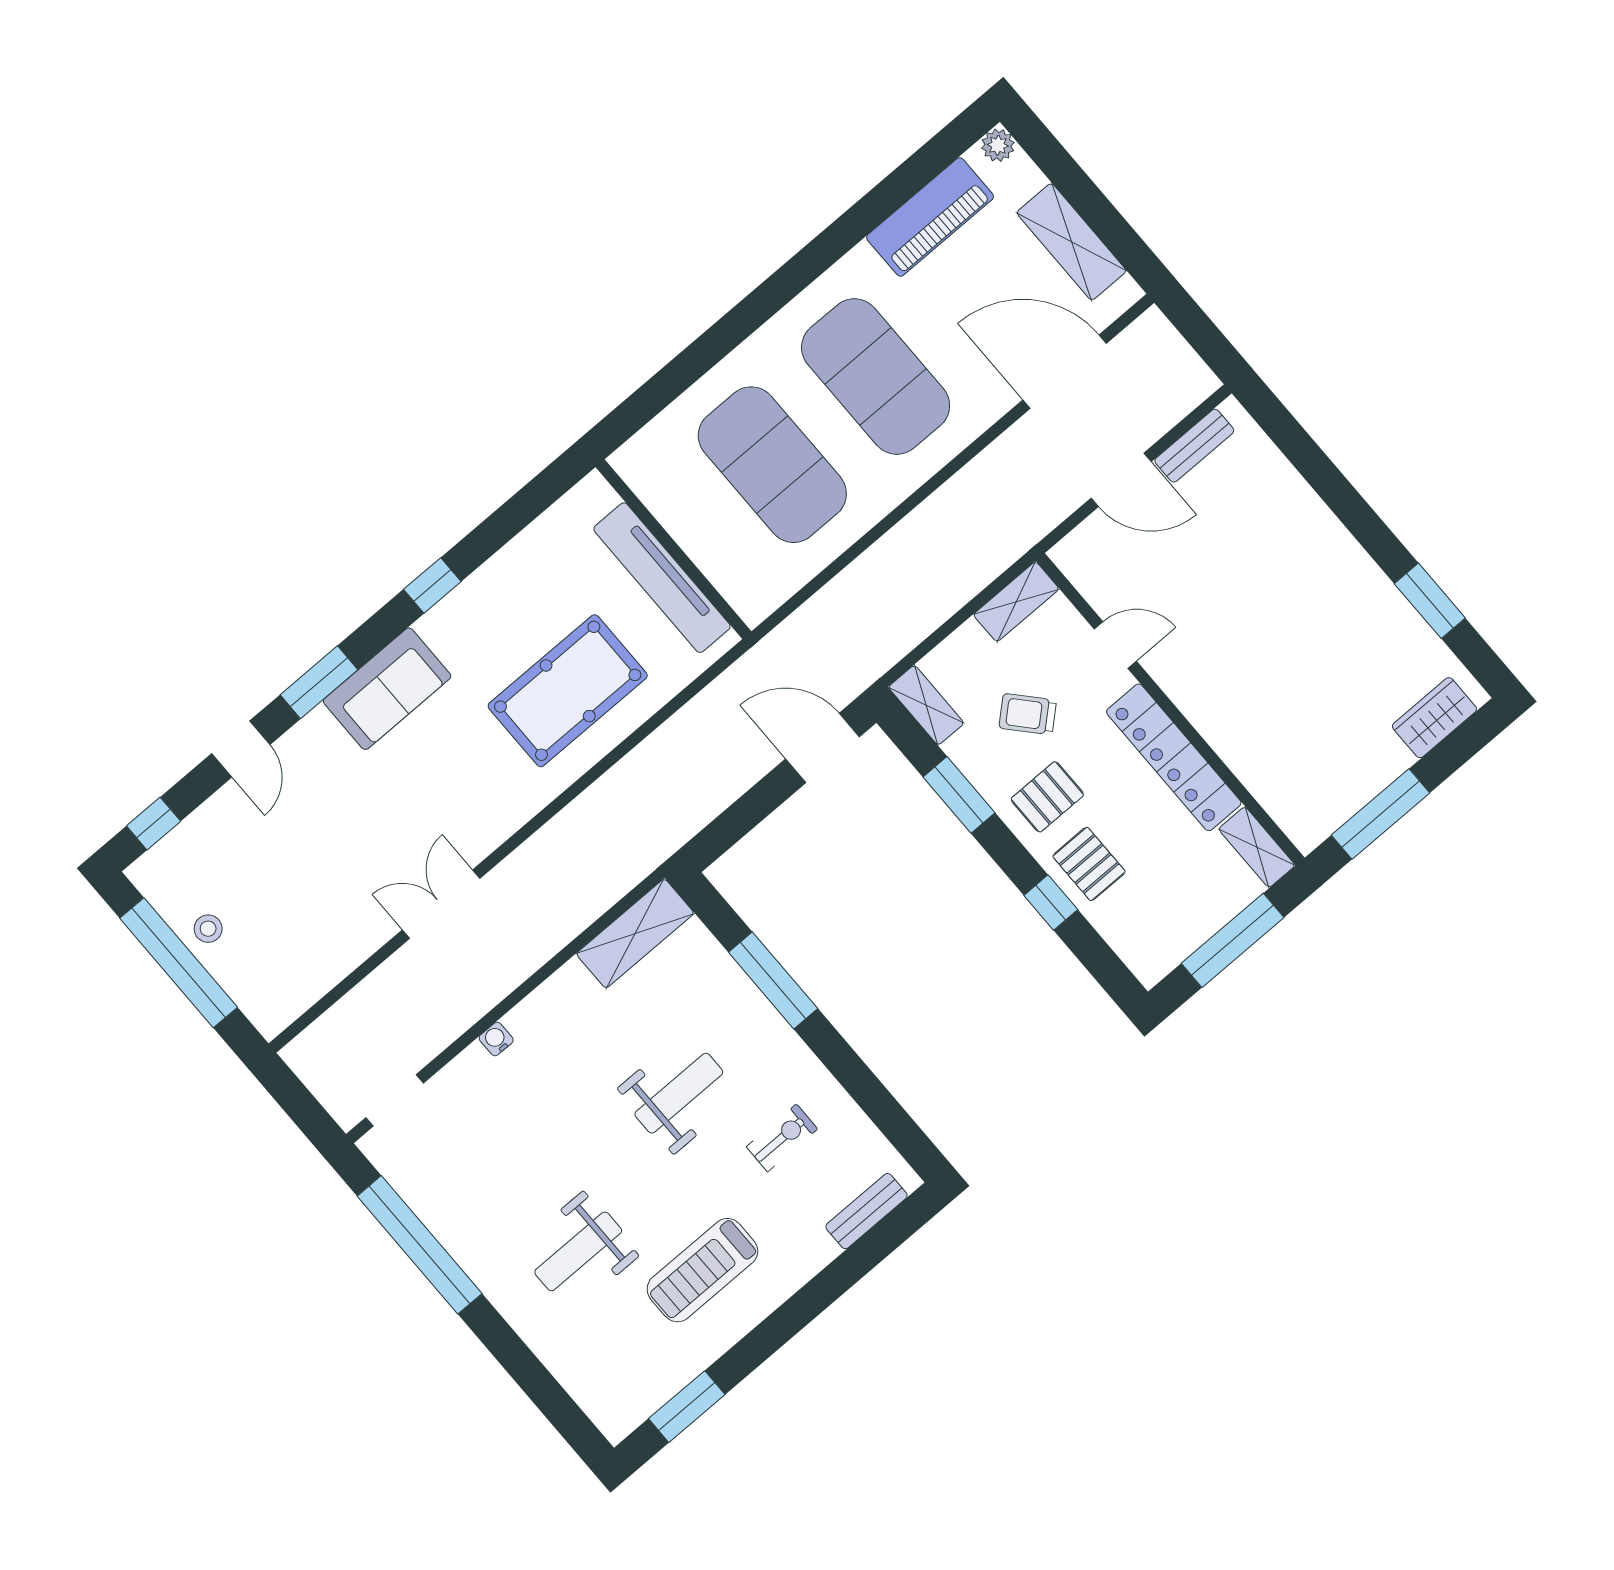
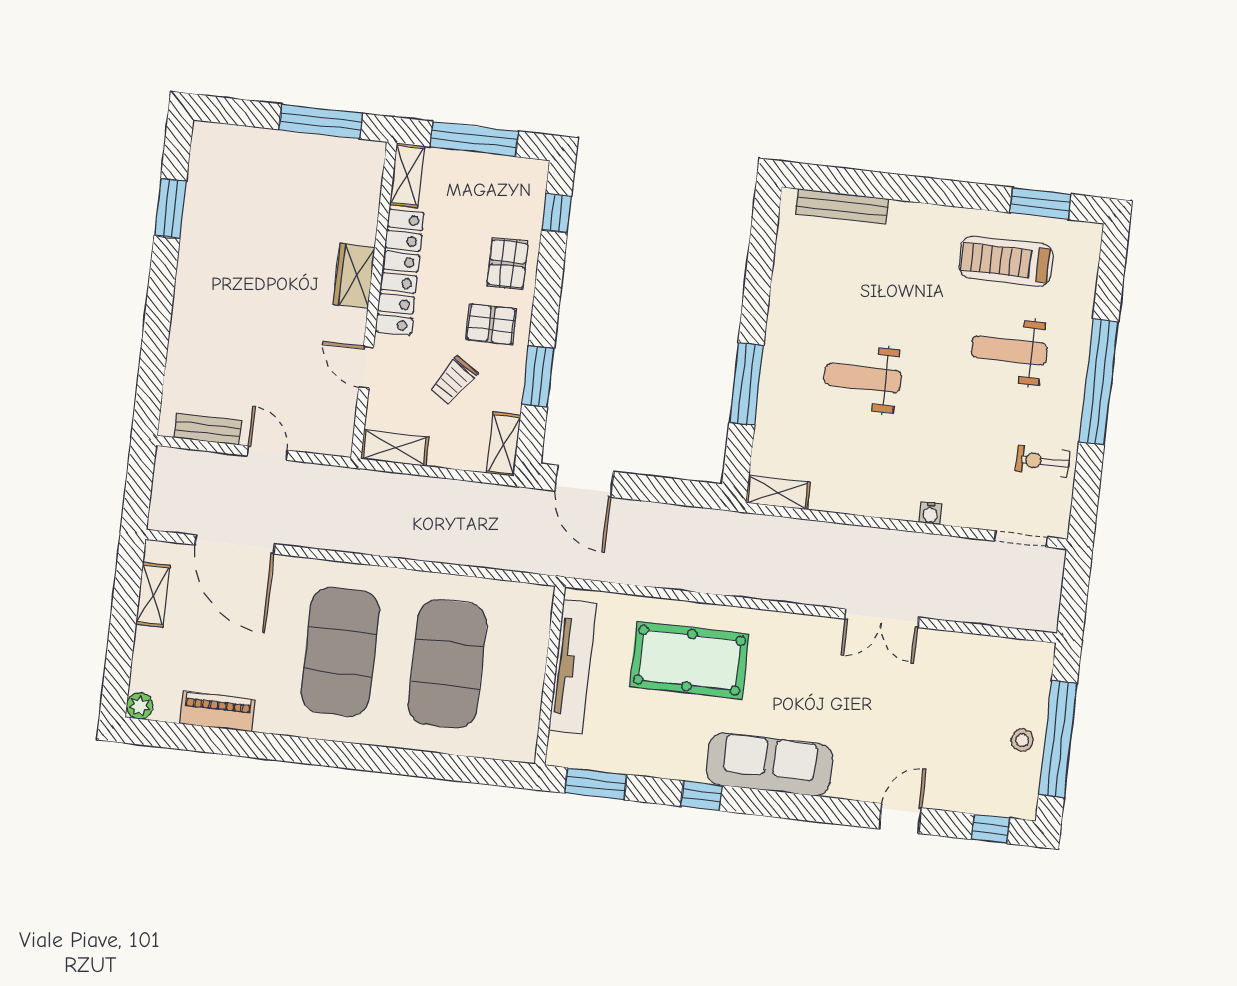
piano: (930, 217) -> (217, 712), width x0.73, depth x0.75
shelving: (1071, 242) -> (153, 595), width x0.67, depth x0.75
door: (1121, 480) -> (267, 453), width x0.73
window: (319, 682) -> (596, 784), moved
sofa: (387, 689) -> (770, 764), width x1.36
trolley: (1028, 714) -> (454, 380), turned 77
wardrobe: (1434, 718) -> (354, 276), moved, turned 90
window: (1051, 902) -> (557, 213), moved
shelving: (635, 934) -> (778, 492), width x0.67, depth x0.75
exercise bike: (782, 1138) -> (1043, 461), moved
bench: (867, 1211) -> (842, 206), width x1.36
window: (420, 1245) -> (1099, 382), moved
weight bench: (578, 1251) -> (1009, 350), turned 180
treadmill: (702, 1270) -> (1006, 261), moved, turned 180

